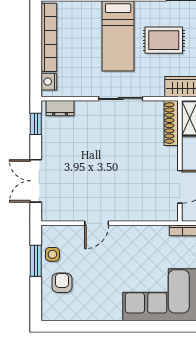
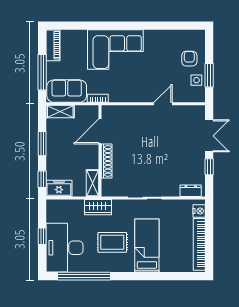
shoe rack: (171, 123) -> (107, 161), moved
window: (36, 124) -> (209, 167), moved
armchair: (62, 283) -> (189, 59), turned 180

